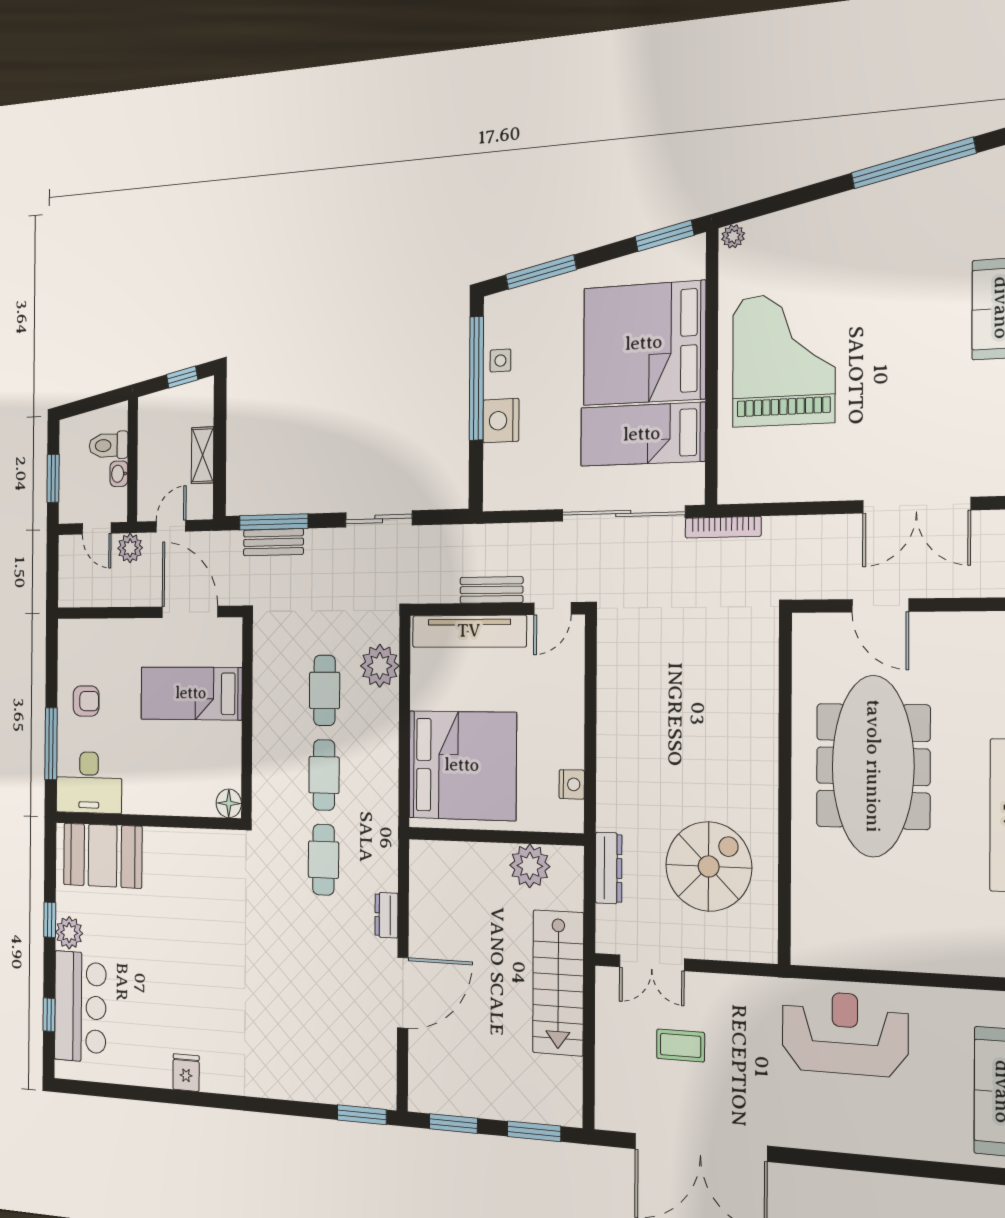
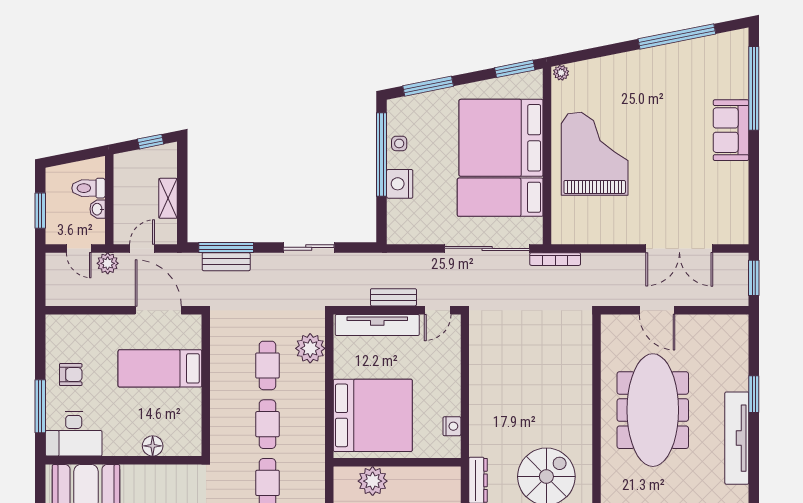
floor lamp: (229, 803) -> (153, 446), moved
plant: (530, 866) -> (373, 481), moved

